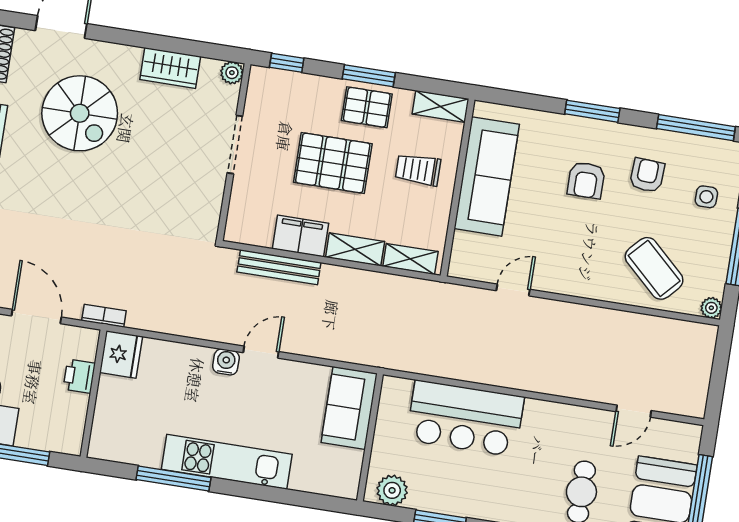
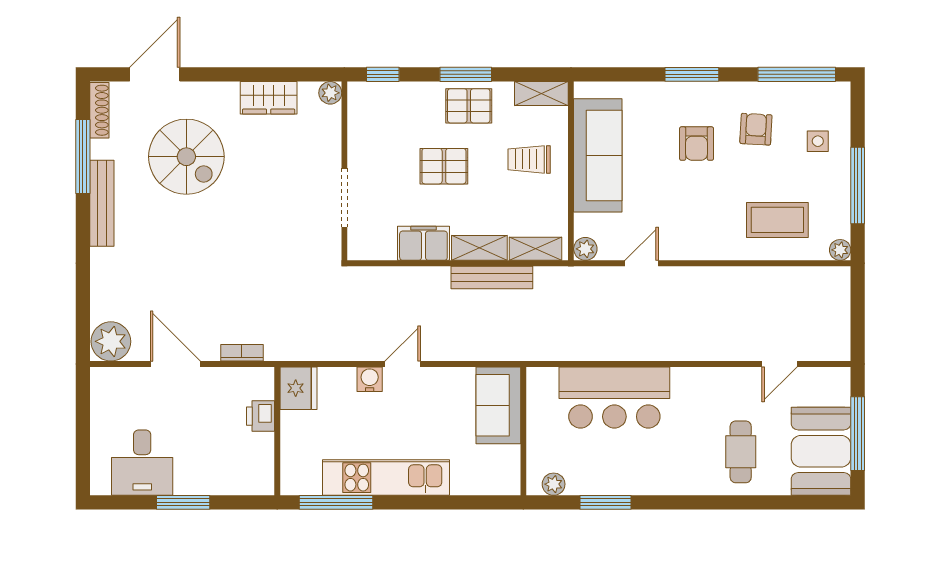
doorway: (235, 145) -> (344, 198), moved
pallet: (333, 163) -> (444, 166), width x0.67, depth x0.71
bench: (279, 267) -> (492, 277), moved
plant: (460, 267) -> (585, 249), added
coffee table: (654, 268) -> (777, 220), turned -43
fridge: (121, 354) -> (298, 388), moved
printer: (79, 376) -> (260, 416), moved
wall: (93, 394) -> (277, 431), moved
plant: (392, 490) -> (554, 484), width x0.73, depth x0.73

